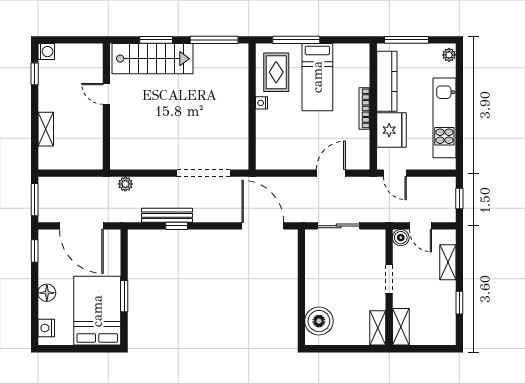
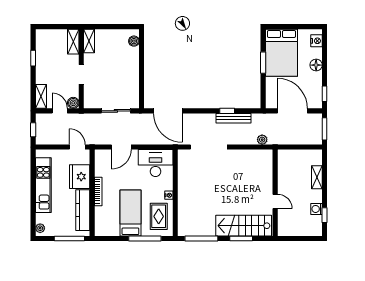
washing machine: (46, 52) -> (316, 209), moved
desk: (281, 150) -> (156, 163), added
shelving: (448, 262) -> (41, 96), moved
boiler: (319, 321) -> (134, 41), width x0.54, depth x0.54

